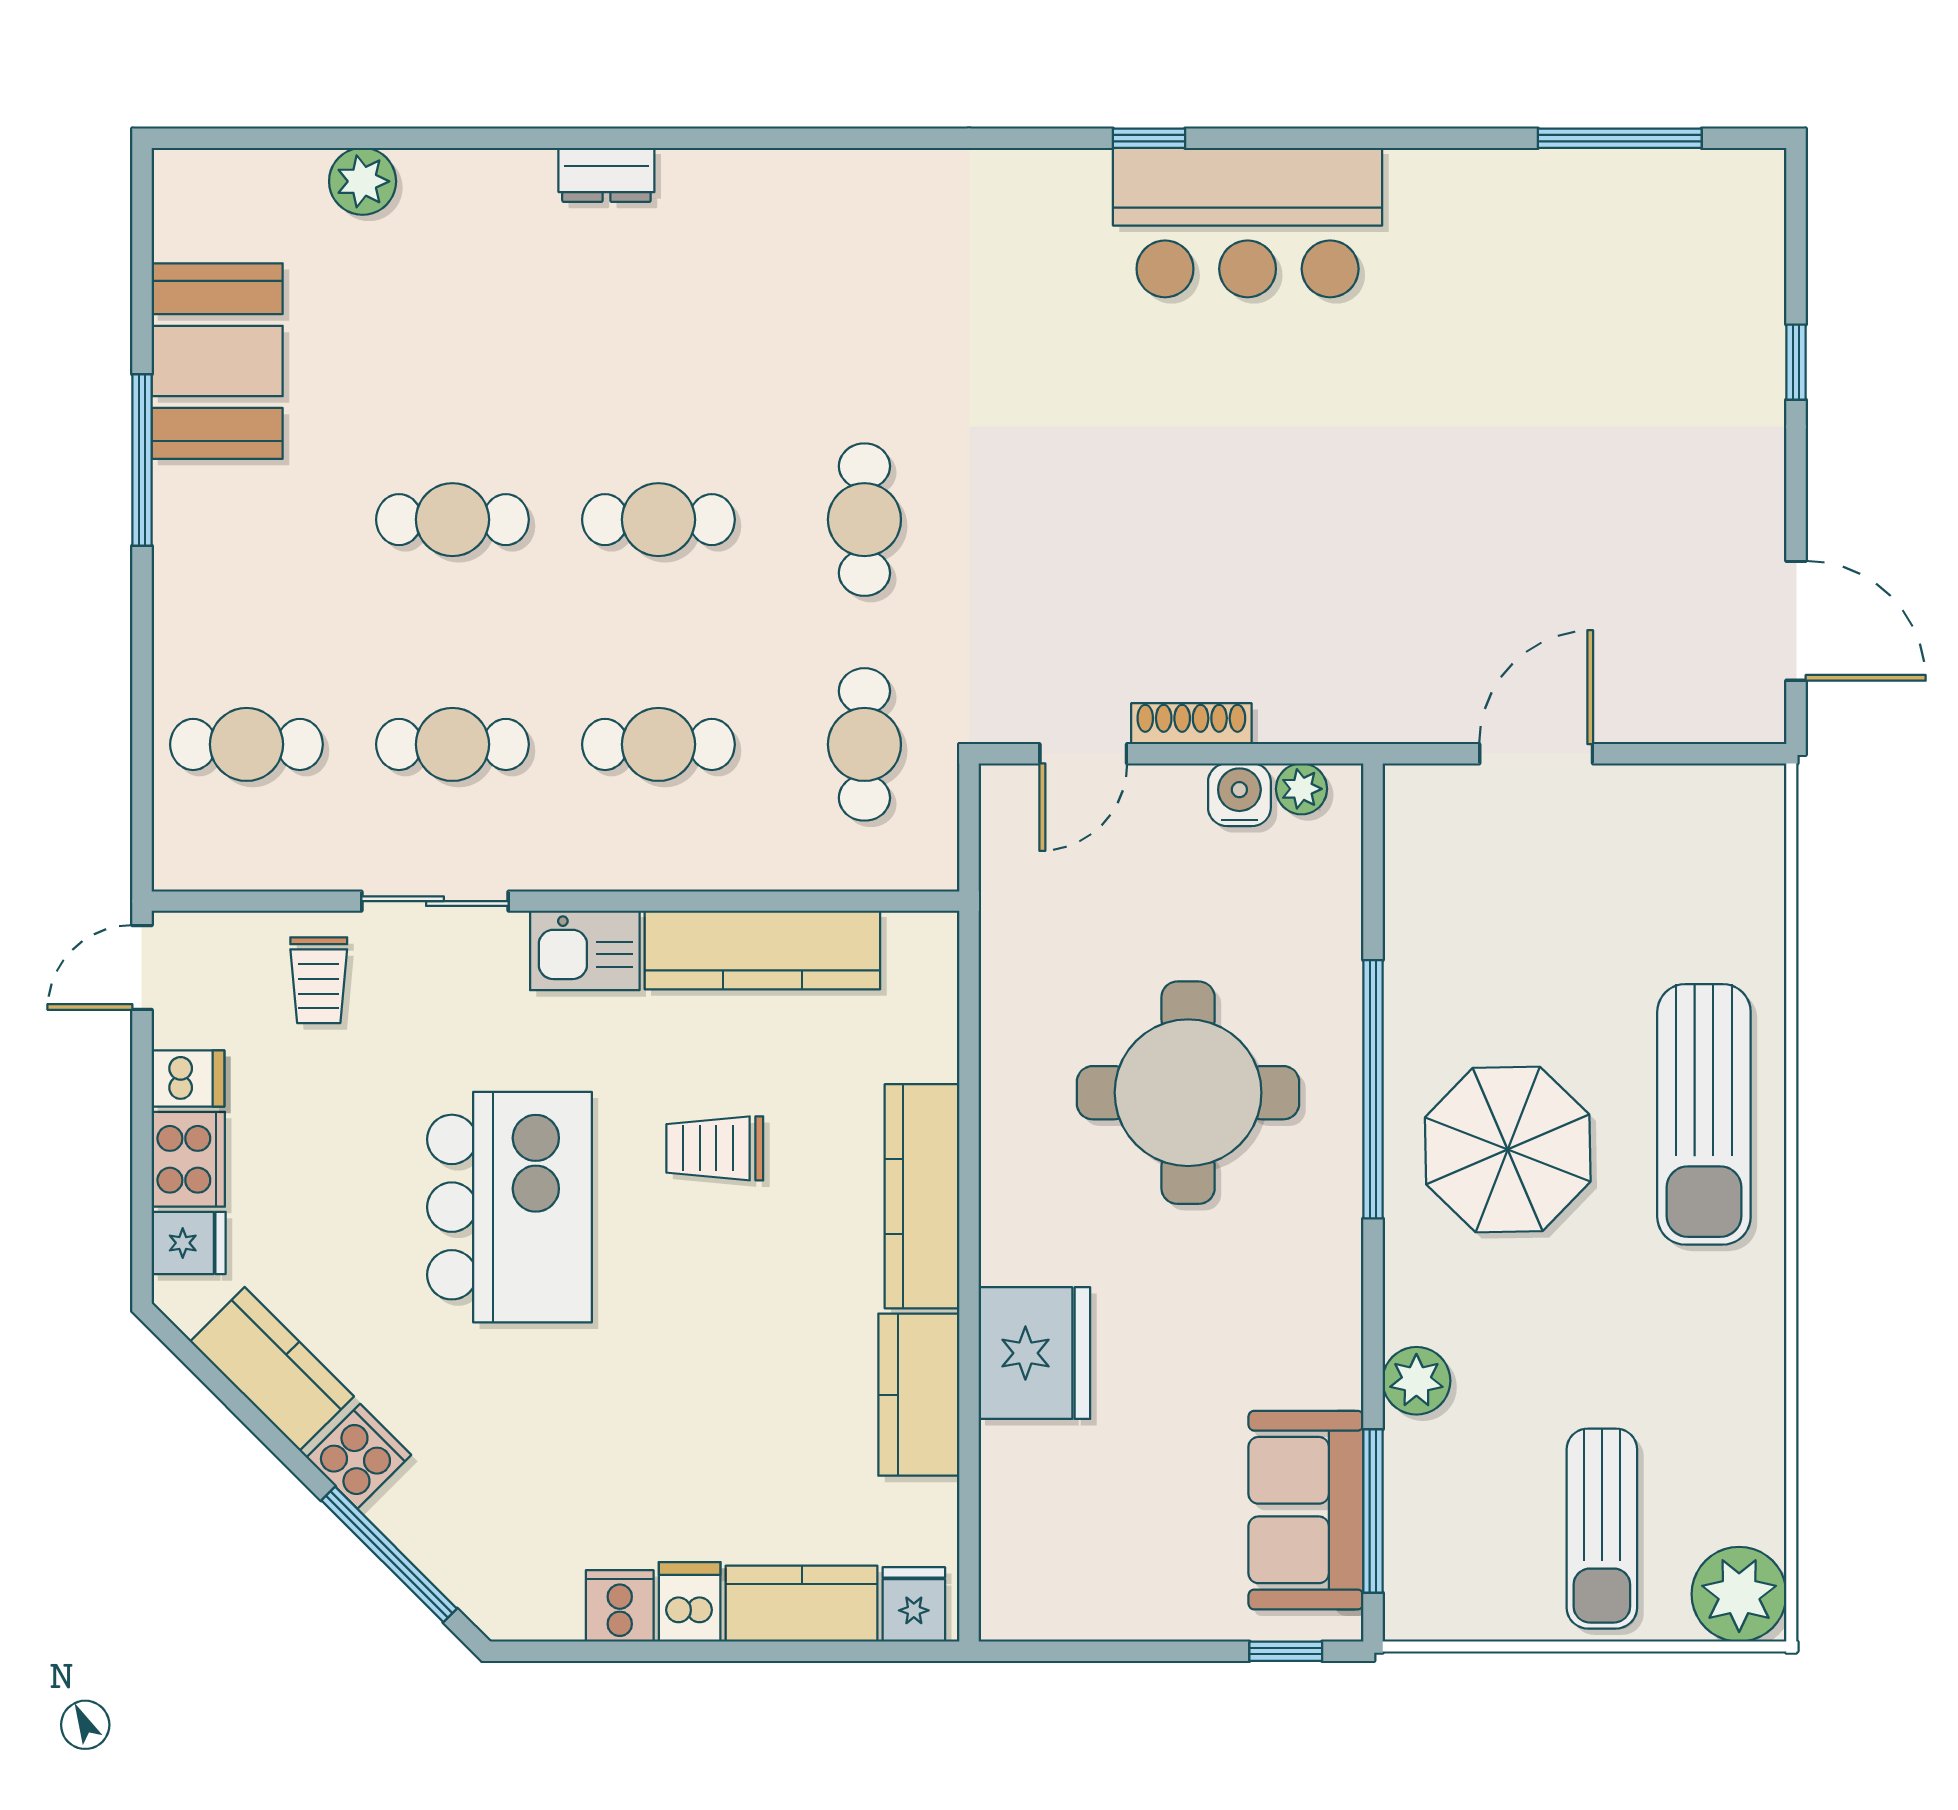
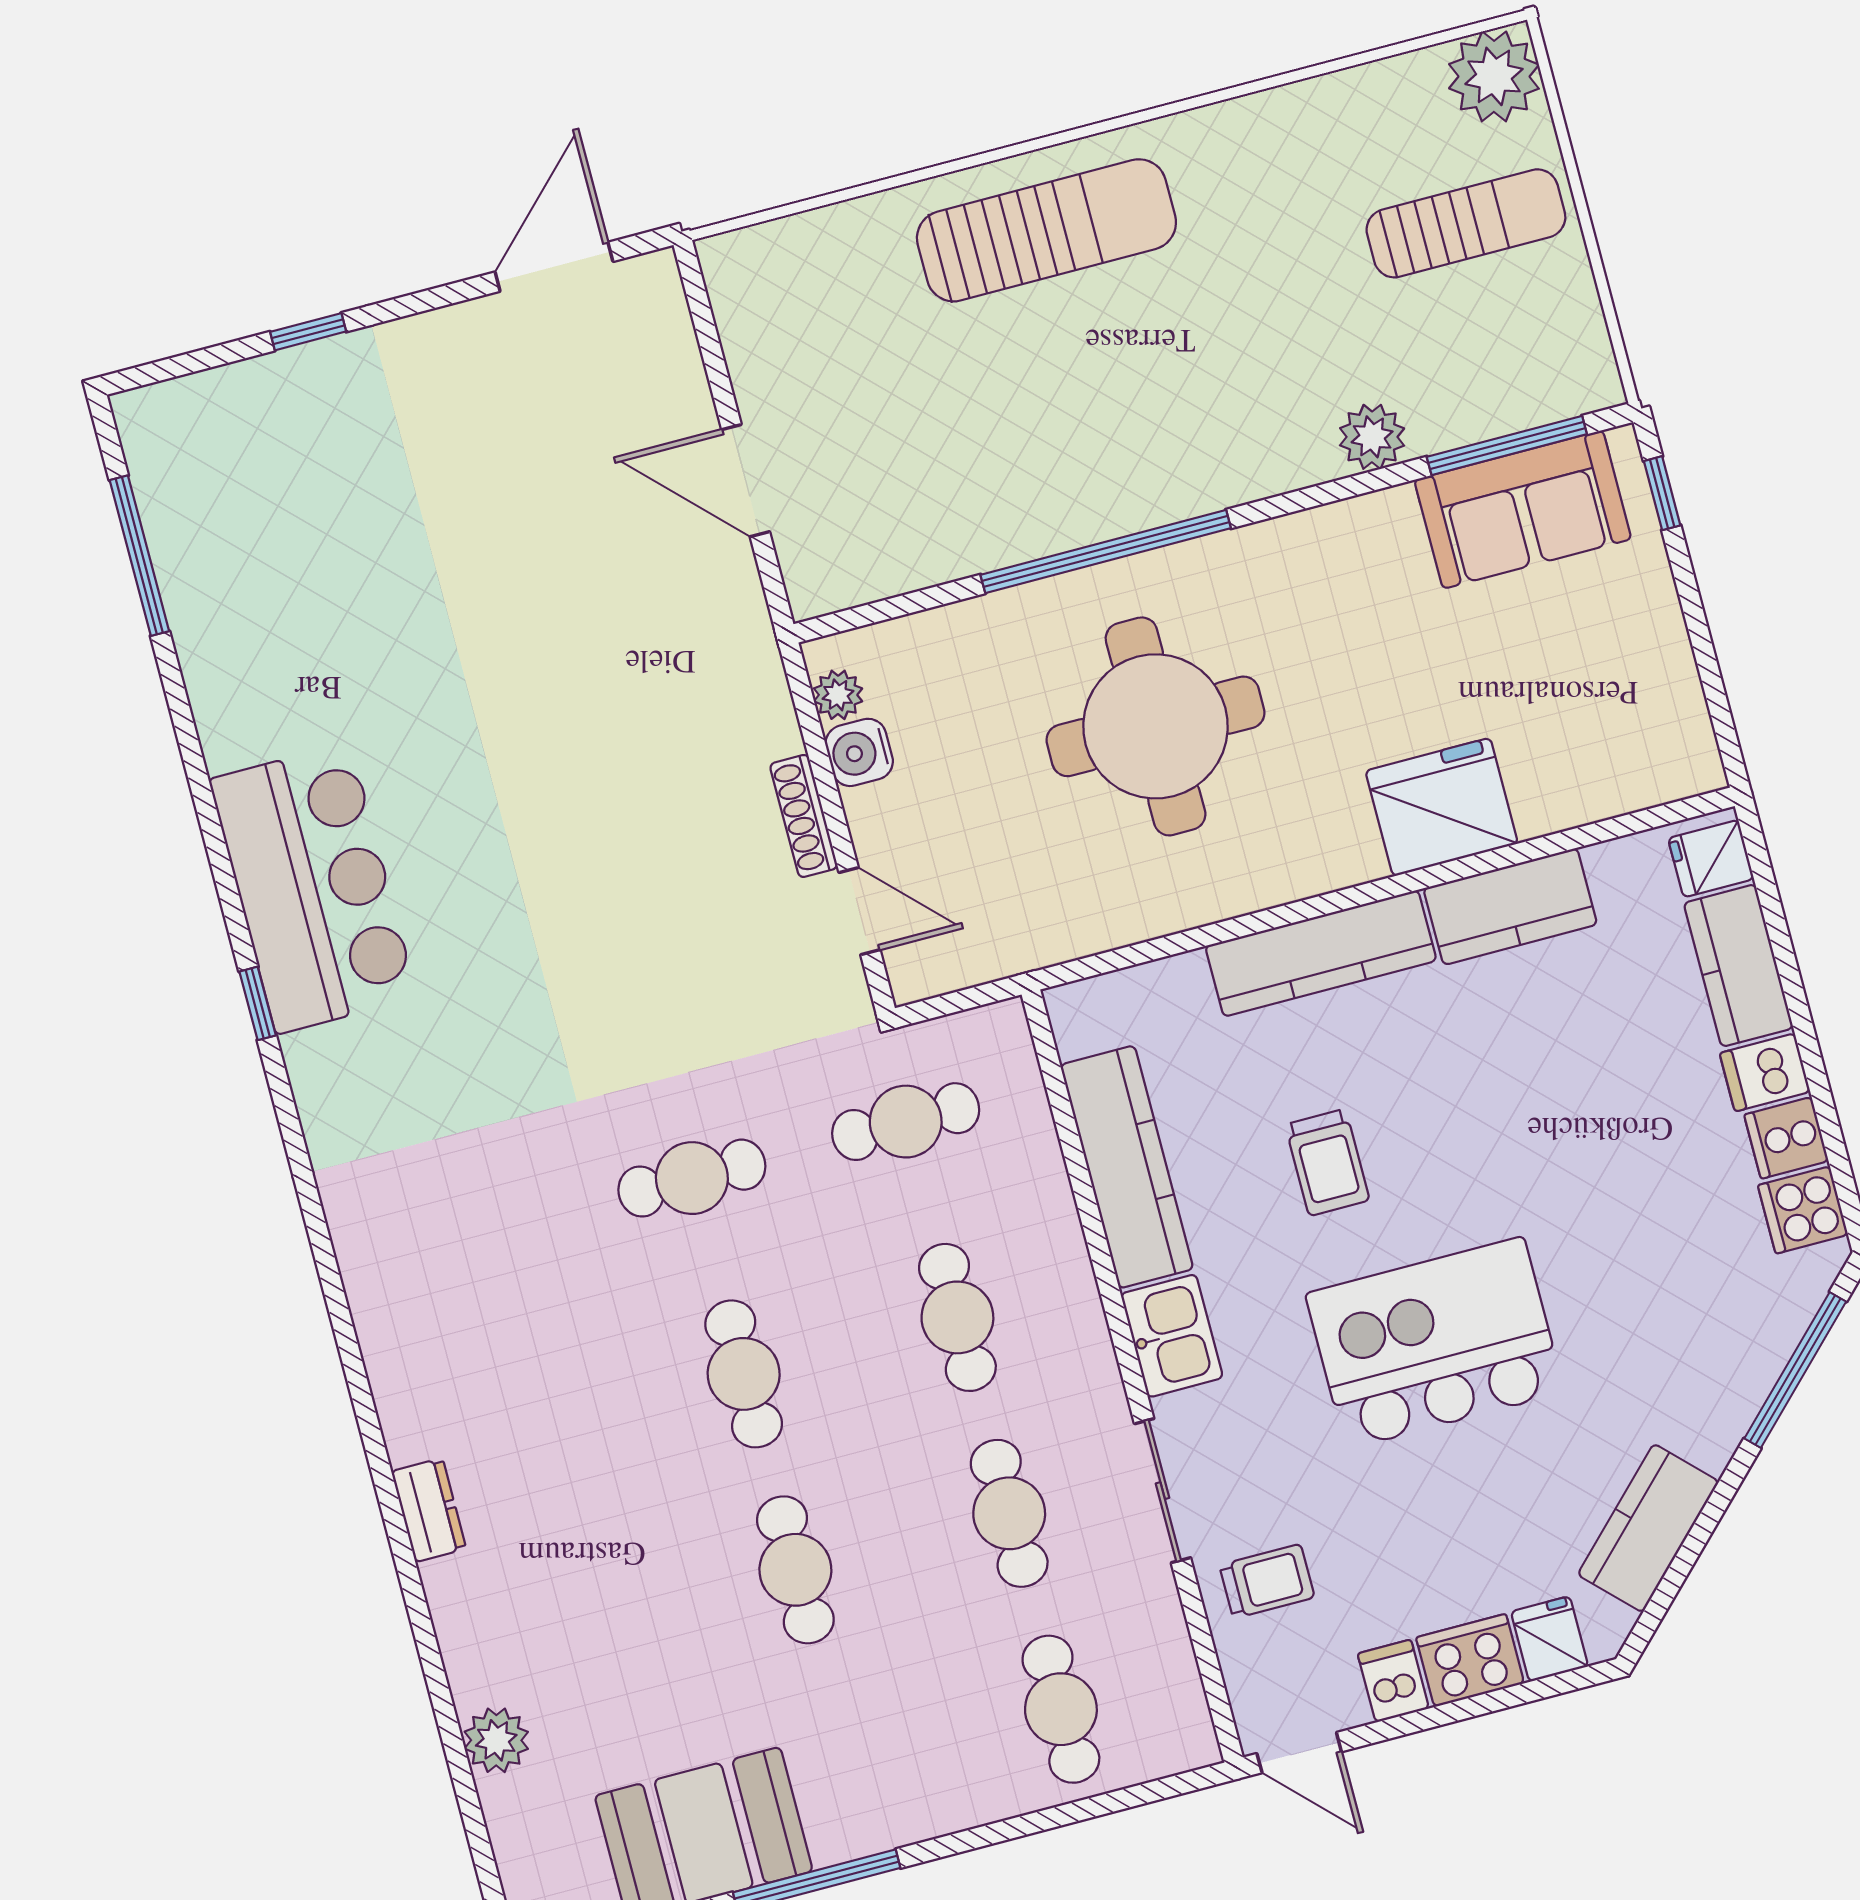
parasol: (1508, 1149) -> (1129, 408), removed
cooker: (359, 1456) -> (1803, 1210), moved, turned -45

